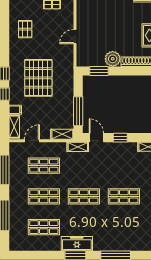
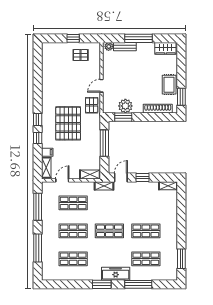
pallet: (25, 29) -> (92, 105), moved
plant: (113, 59) -> (125, 106), moved
window: (78, 111) -> (104, 143), moved
door: (96, 138) -> (121, 178), hinge flipped
shop shelf: (124, 227) -> (146, 259), added
freezer: (77, 244) -> (116, 274), moved

